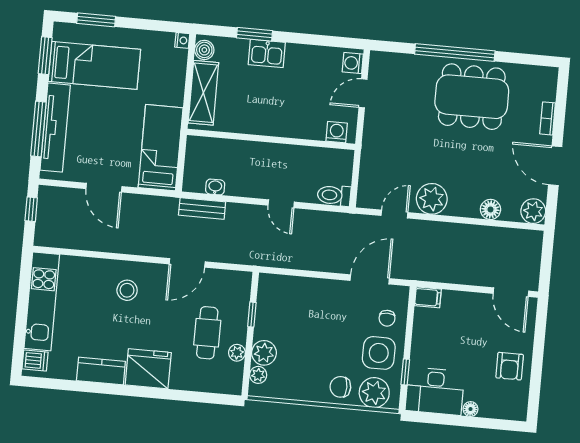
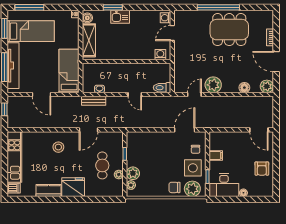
window: (96, 20) -> (29, 7), width x1.44
filing cabinet: (428, 297) -> (216, 155), moved

